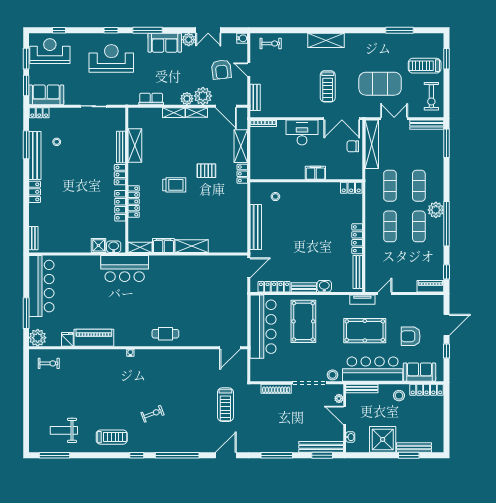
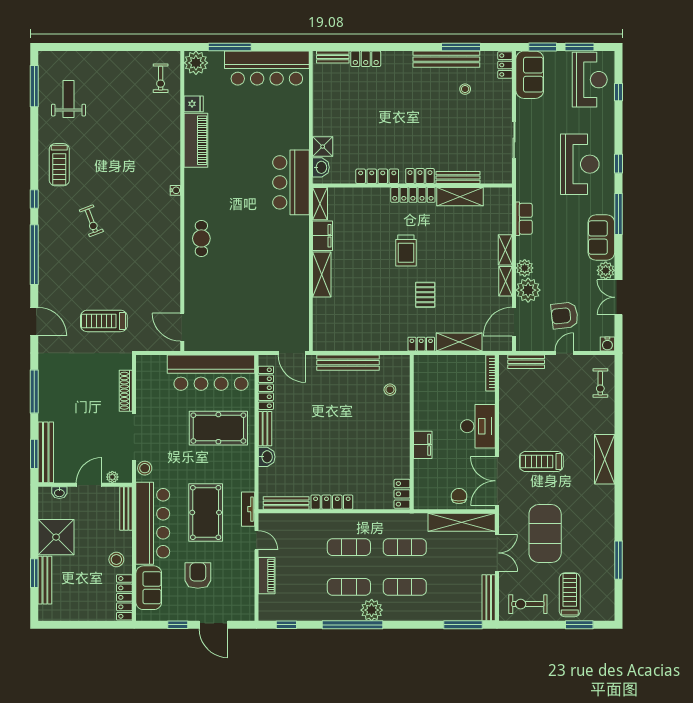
locker: (35, 192) -> (366, 59), moved
locker: (134, 201) -> (413, 195), moved
piano: (430, 286) -> (267, 576), moved

